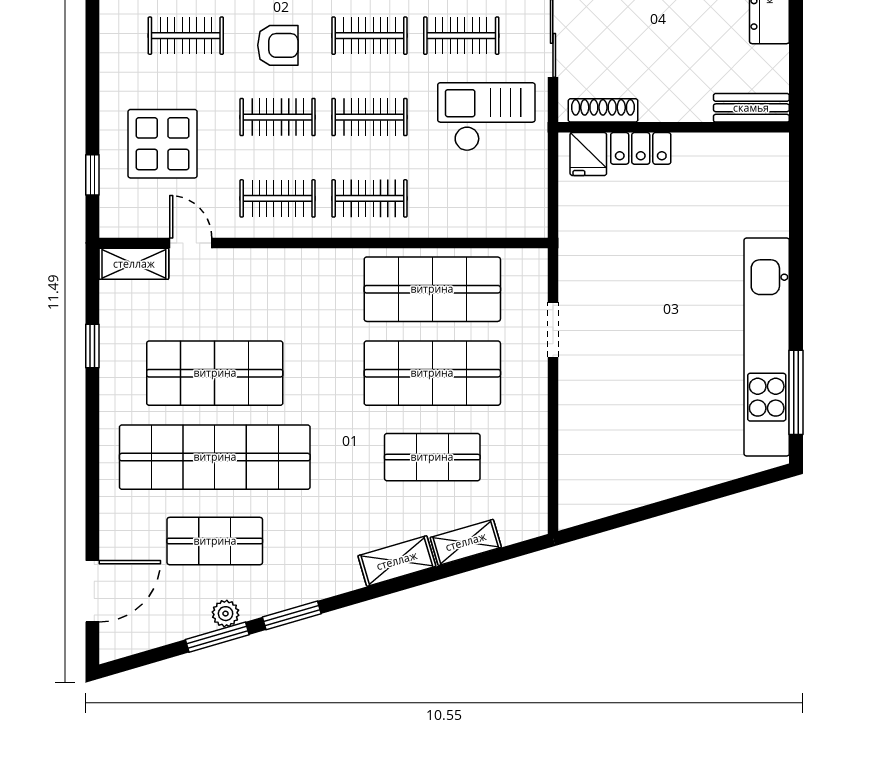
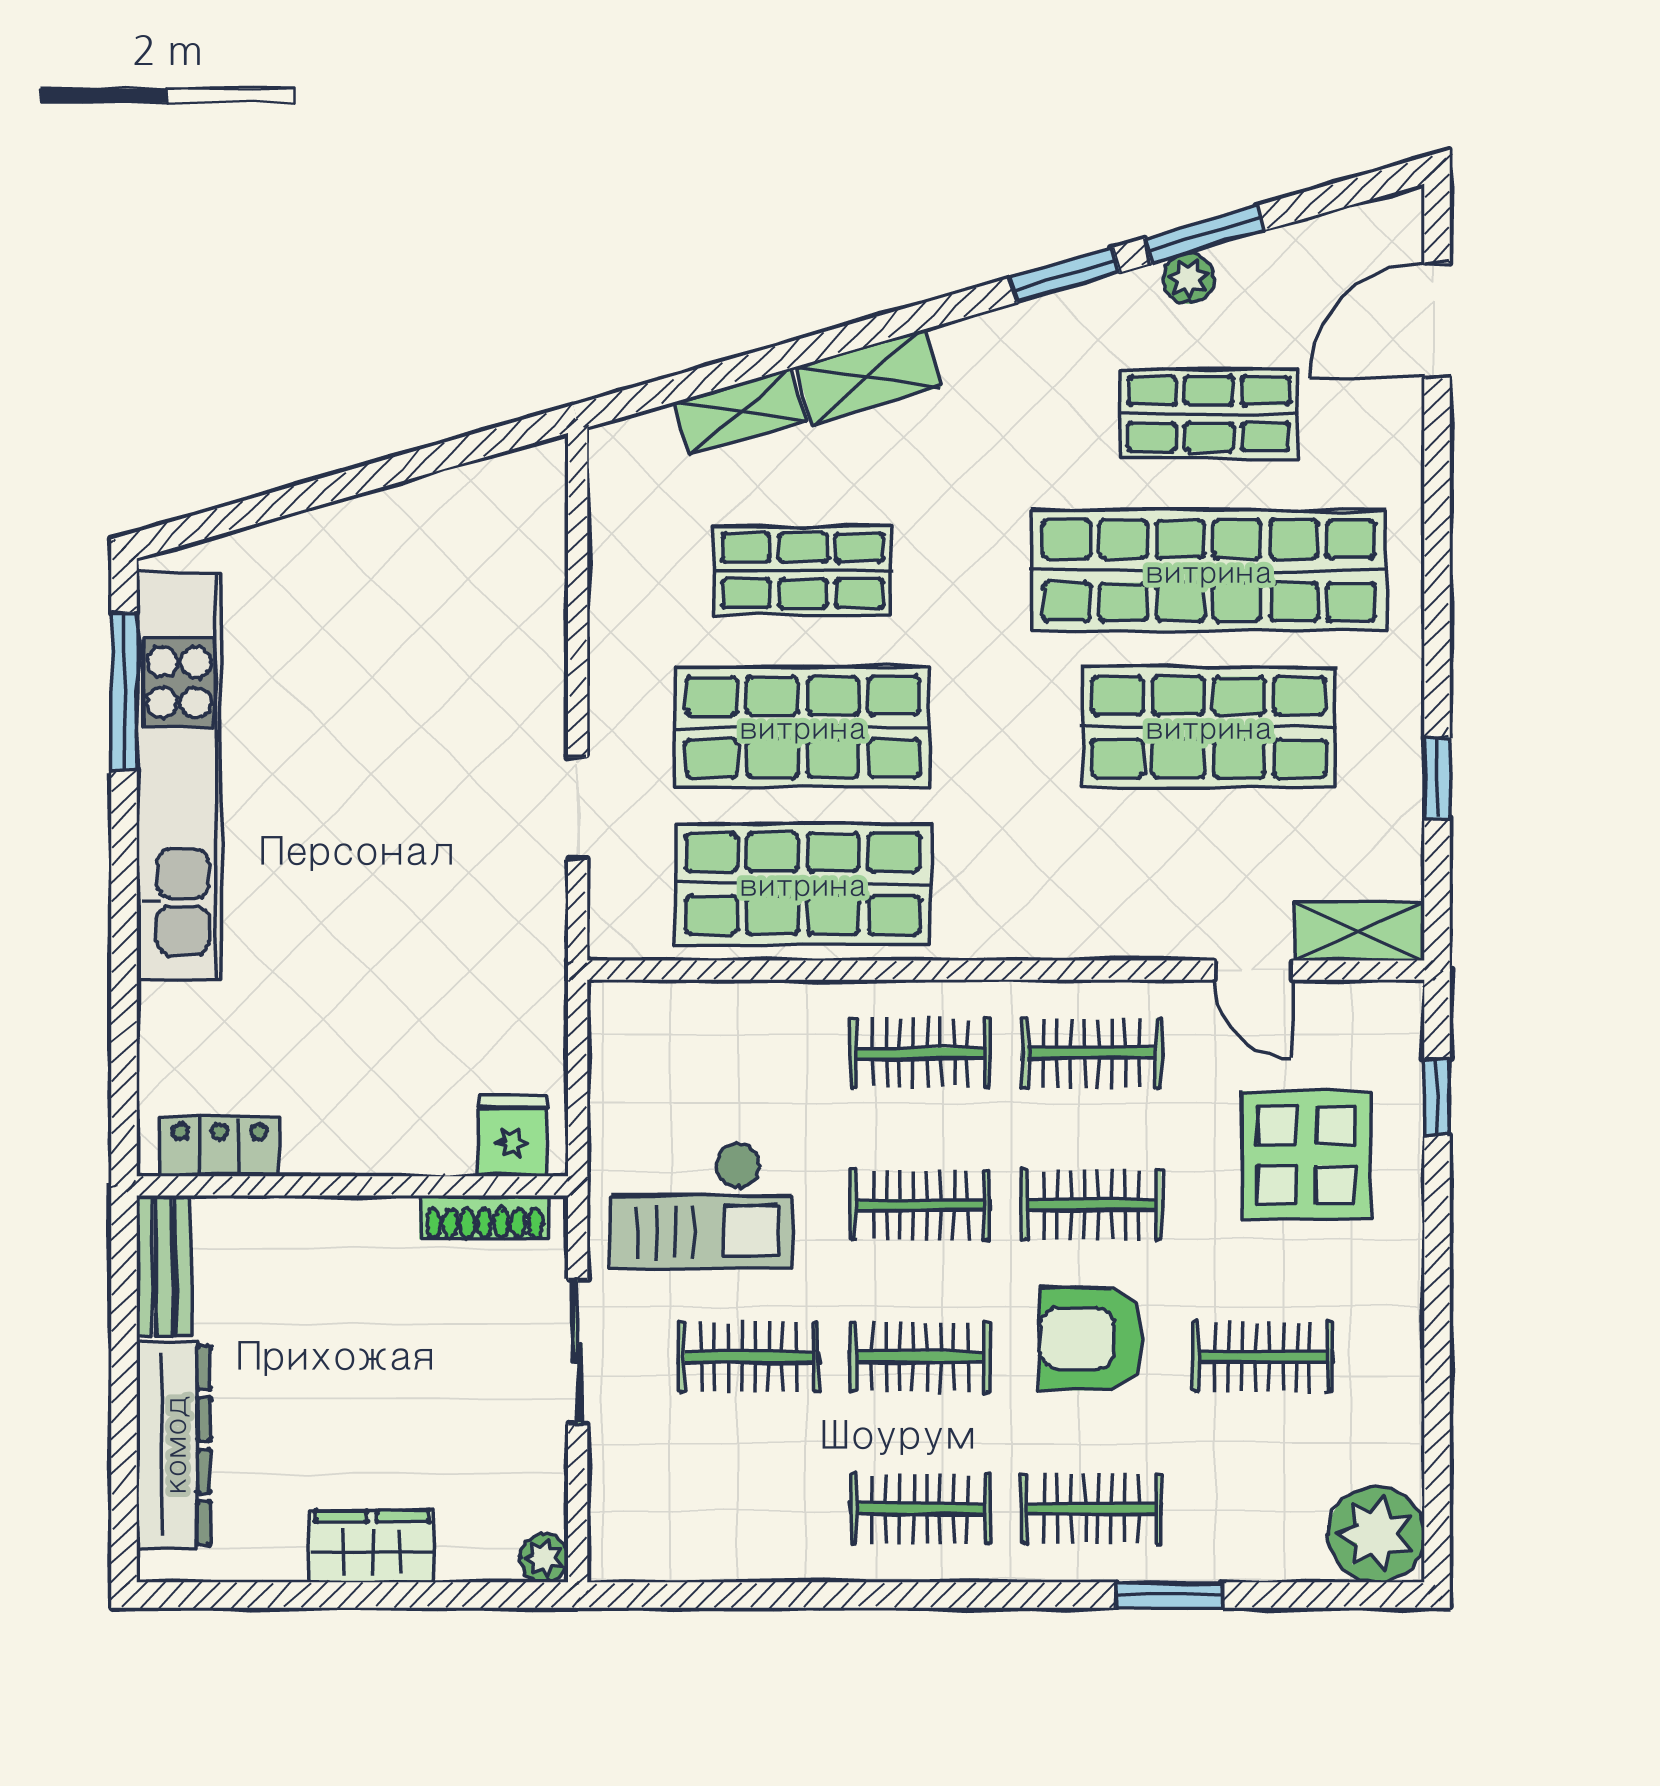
armchair: (278, 45) -> (1091, 1339), width x1.38, depth x1.38
bench: (751, 108) -> (164, 1266), moved, turned 90
locker: (641, 148) -> (220, 1147), moved

